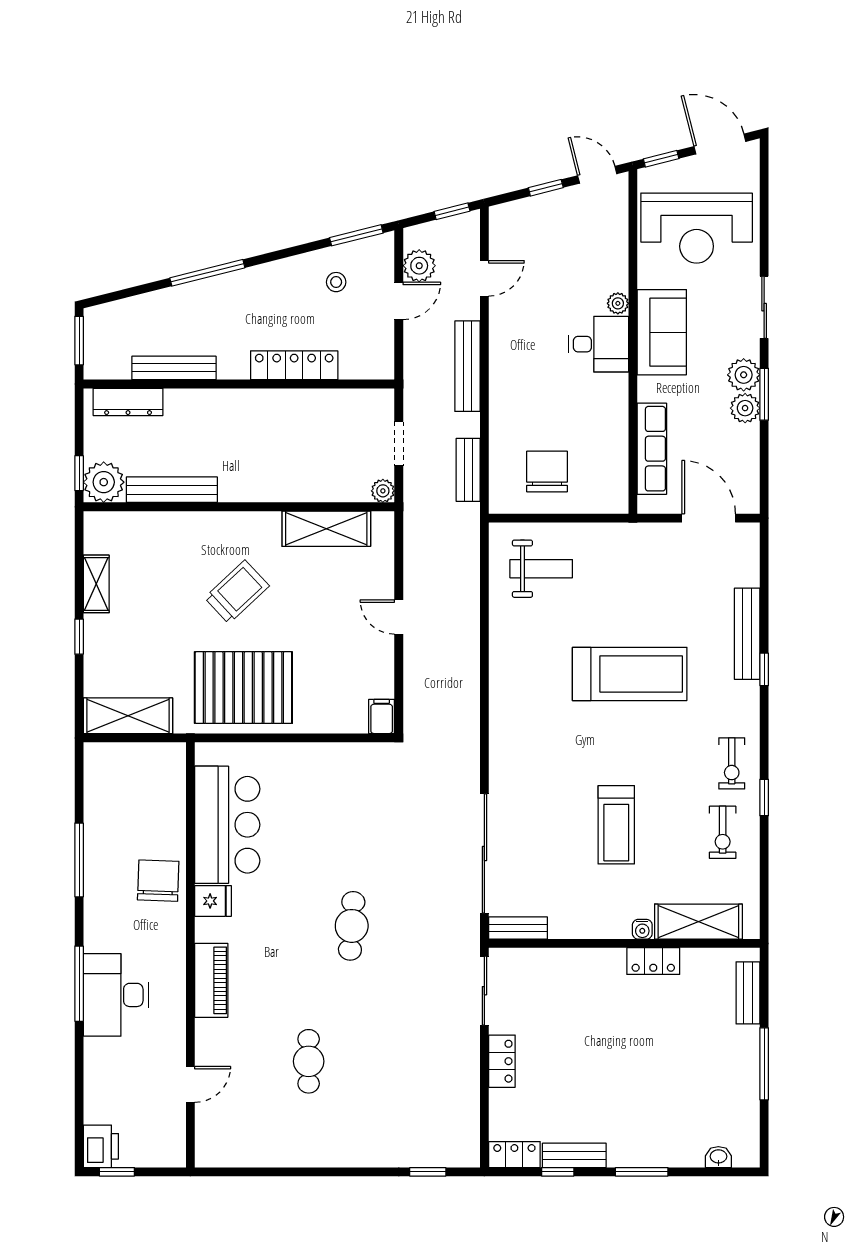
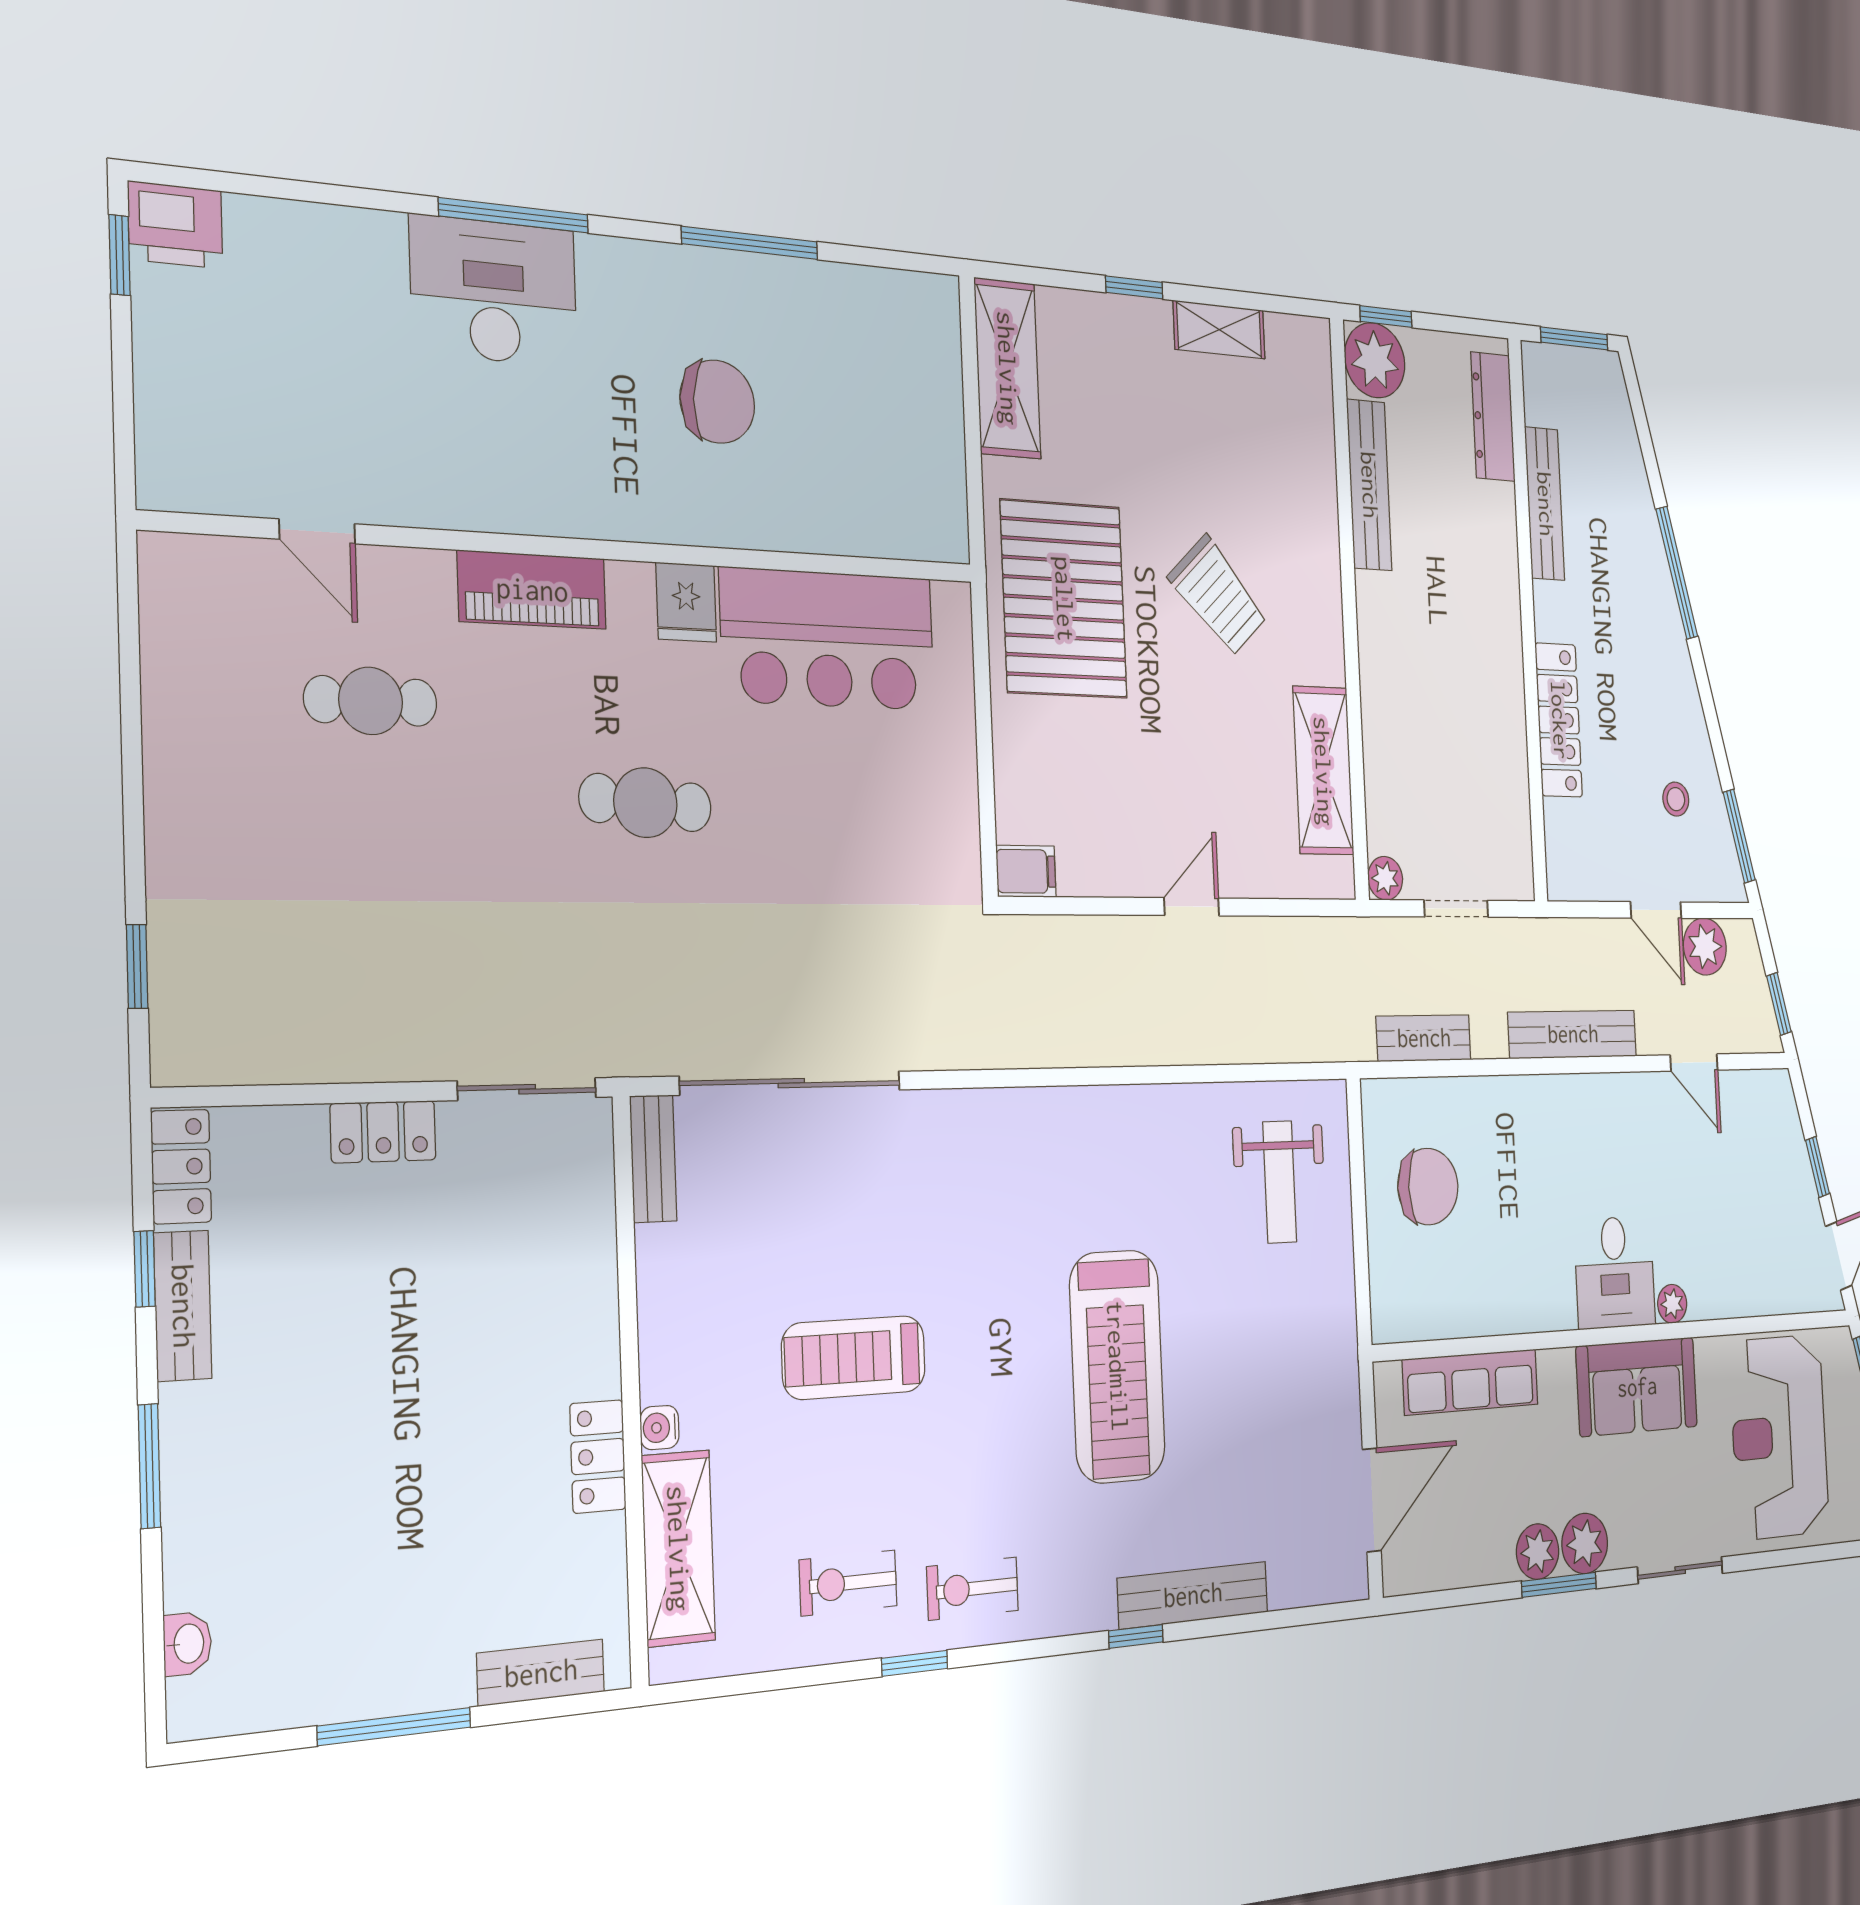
bar counter: (227, 825) -> (828, 639), moved
fridge: (213, 901) -> (686, 602), moved
wall: (190, 955) -> (581, 548), moved
piano: (211, 980) -> (532, 590), moved
door: (190, 1084) -> (317, 531), moved

